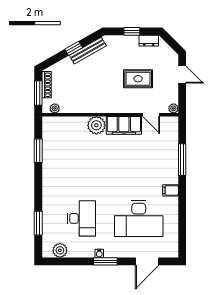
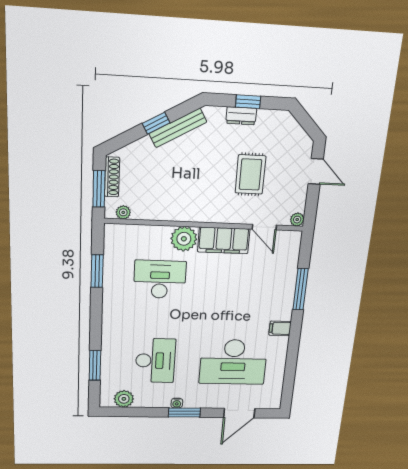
dresser: (149, 41) -> (241, 116), moved
rug: (138, 79) -> (250, 174), turned 90
desk: (82, 155) -> (160, 279), added

